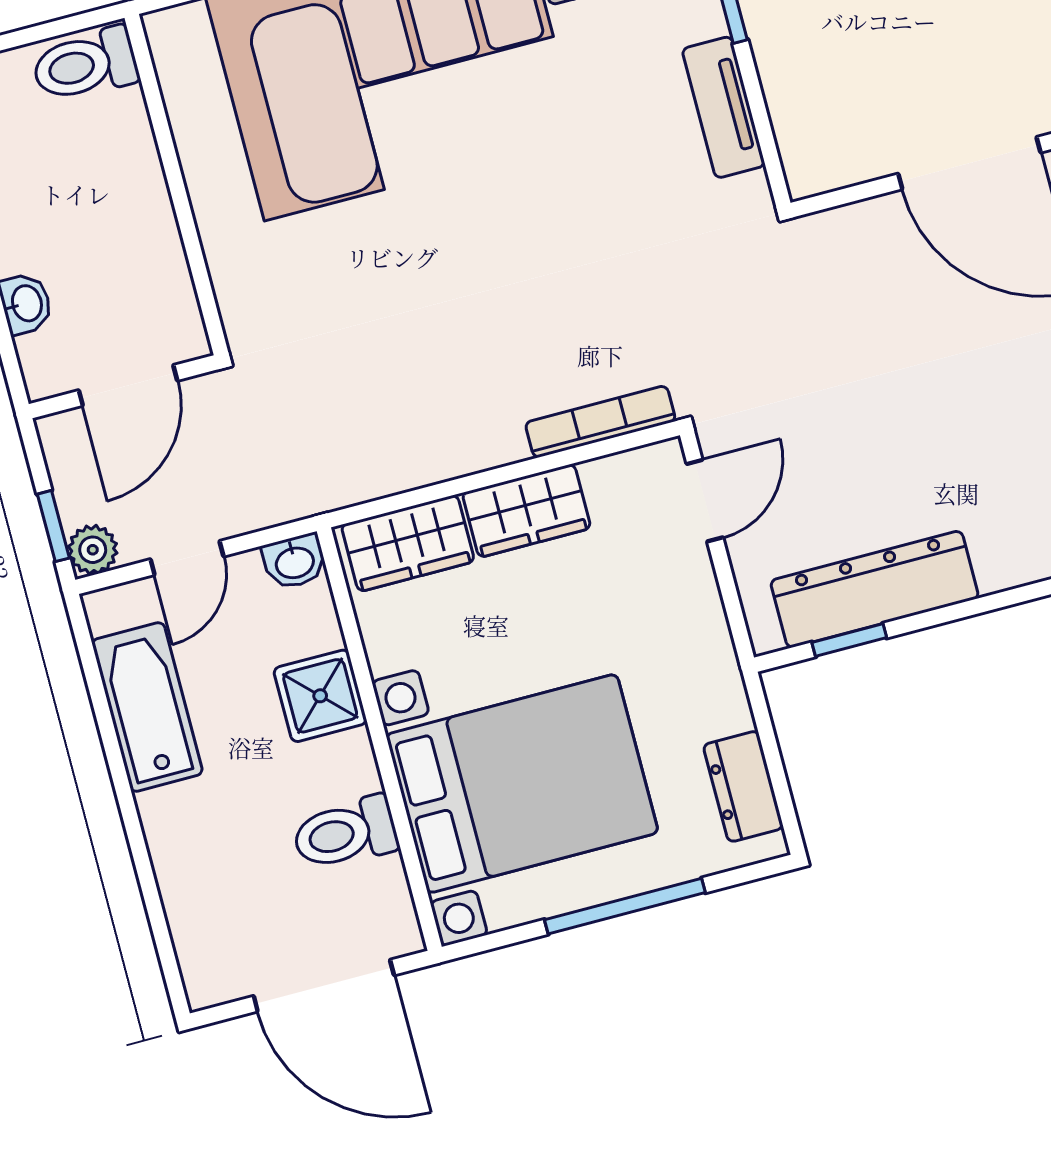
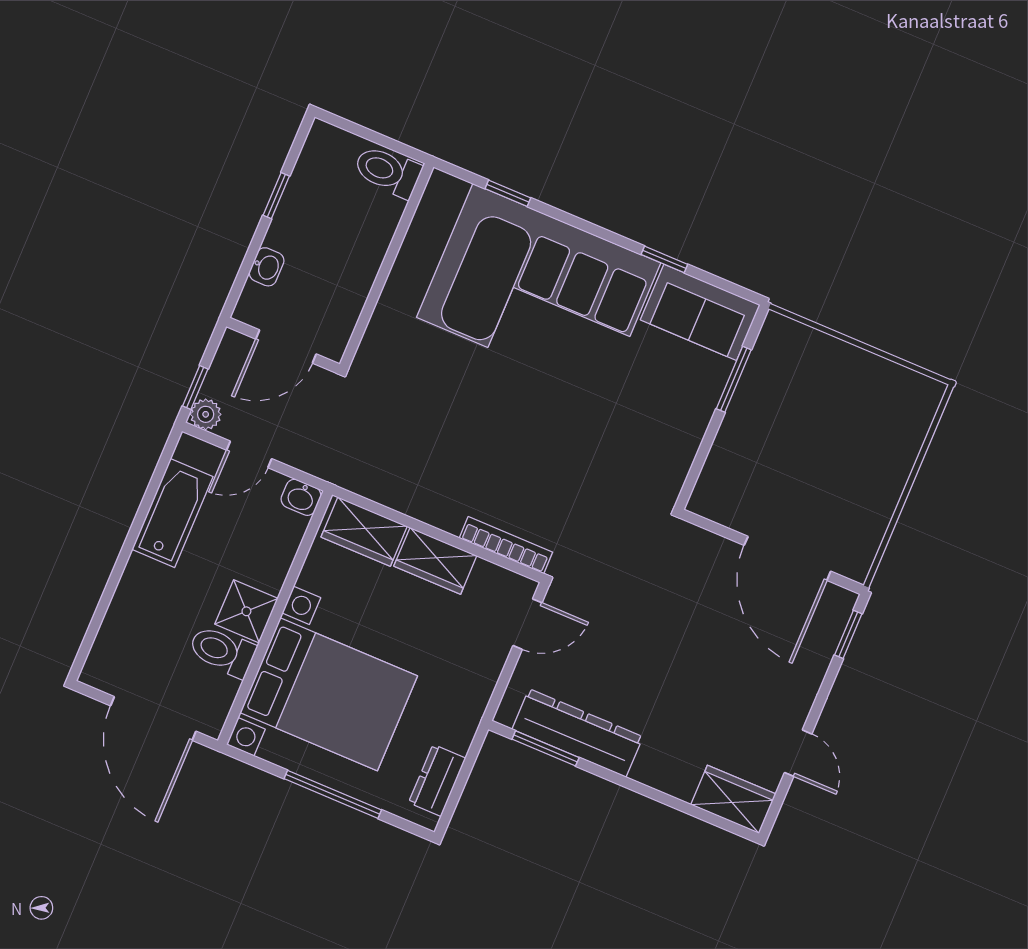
tv unit: (724, 107) -> (687, 437), removed
window: (849, 640) -> (546, 748), width x1.50
shower: (320, 696) -> (246, 611), moved

